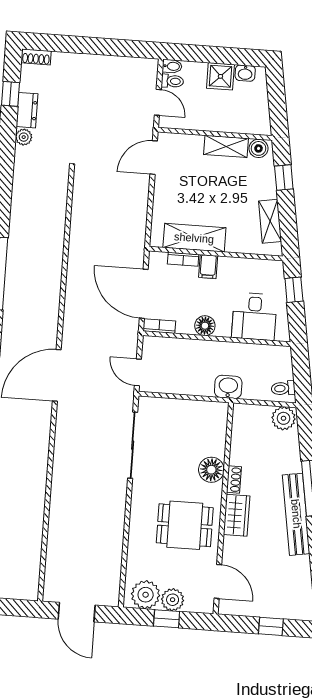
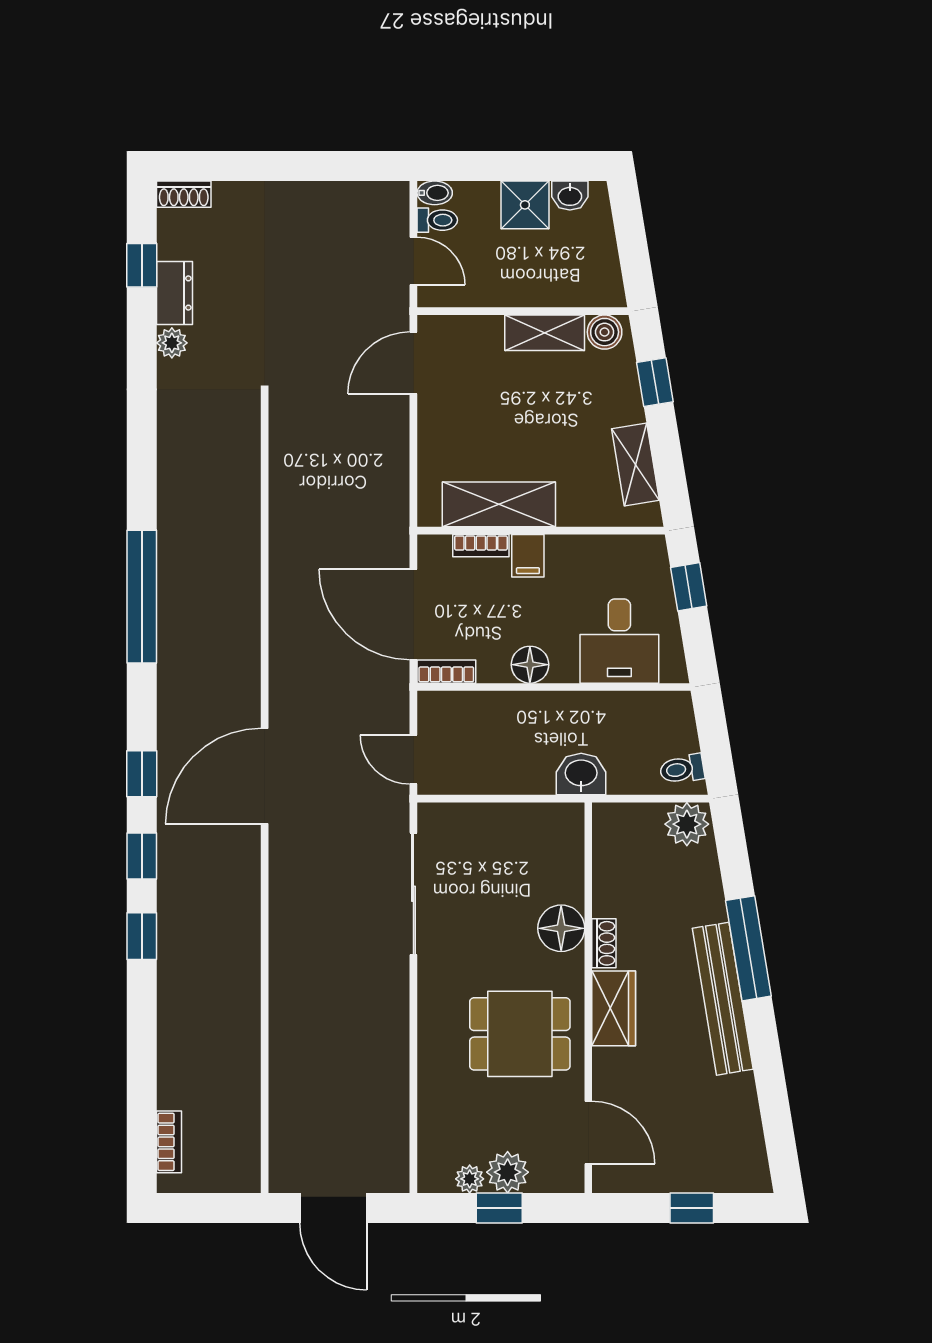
plant: (146, 595) -> (470, 1179), width x0.53, depth x0.53

